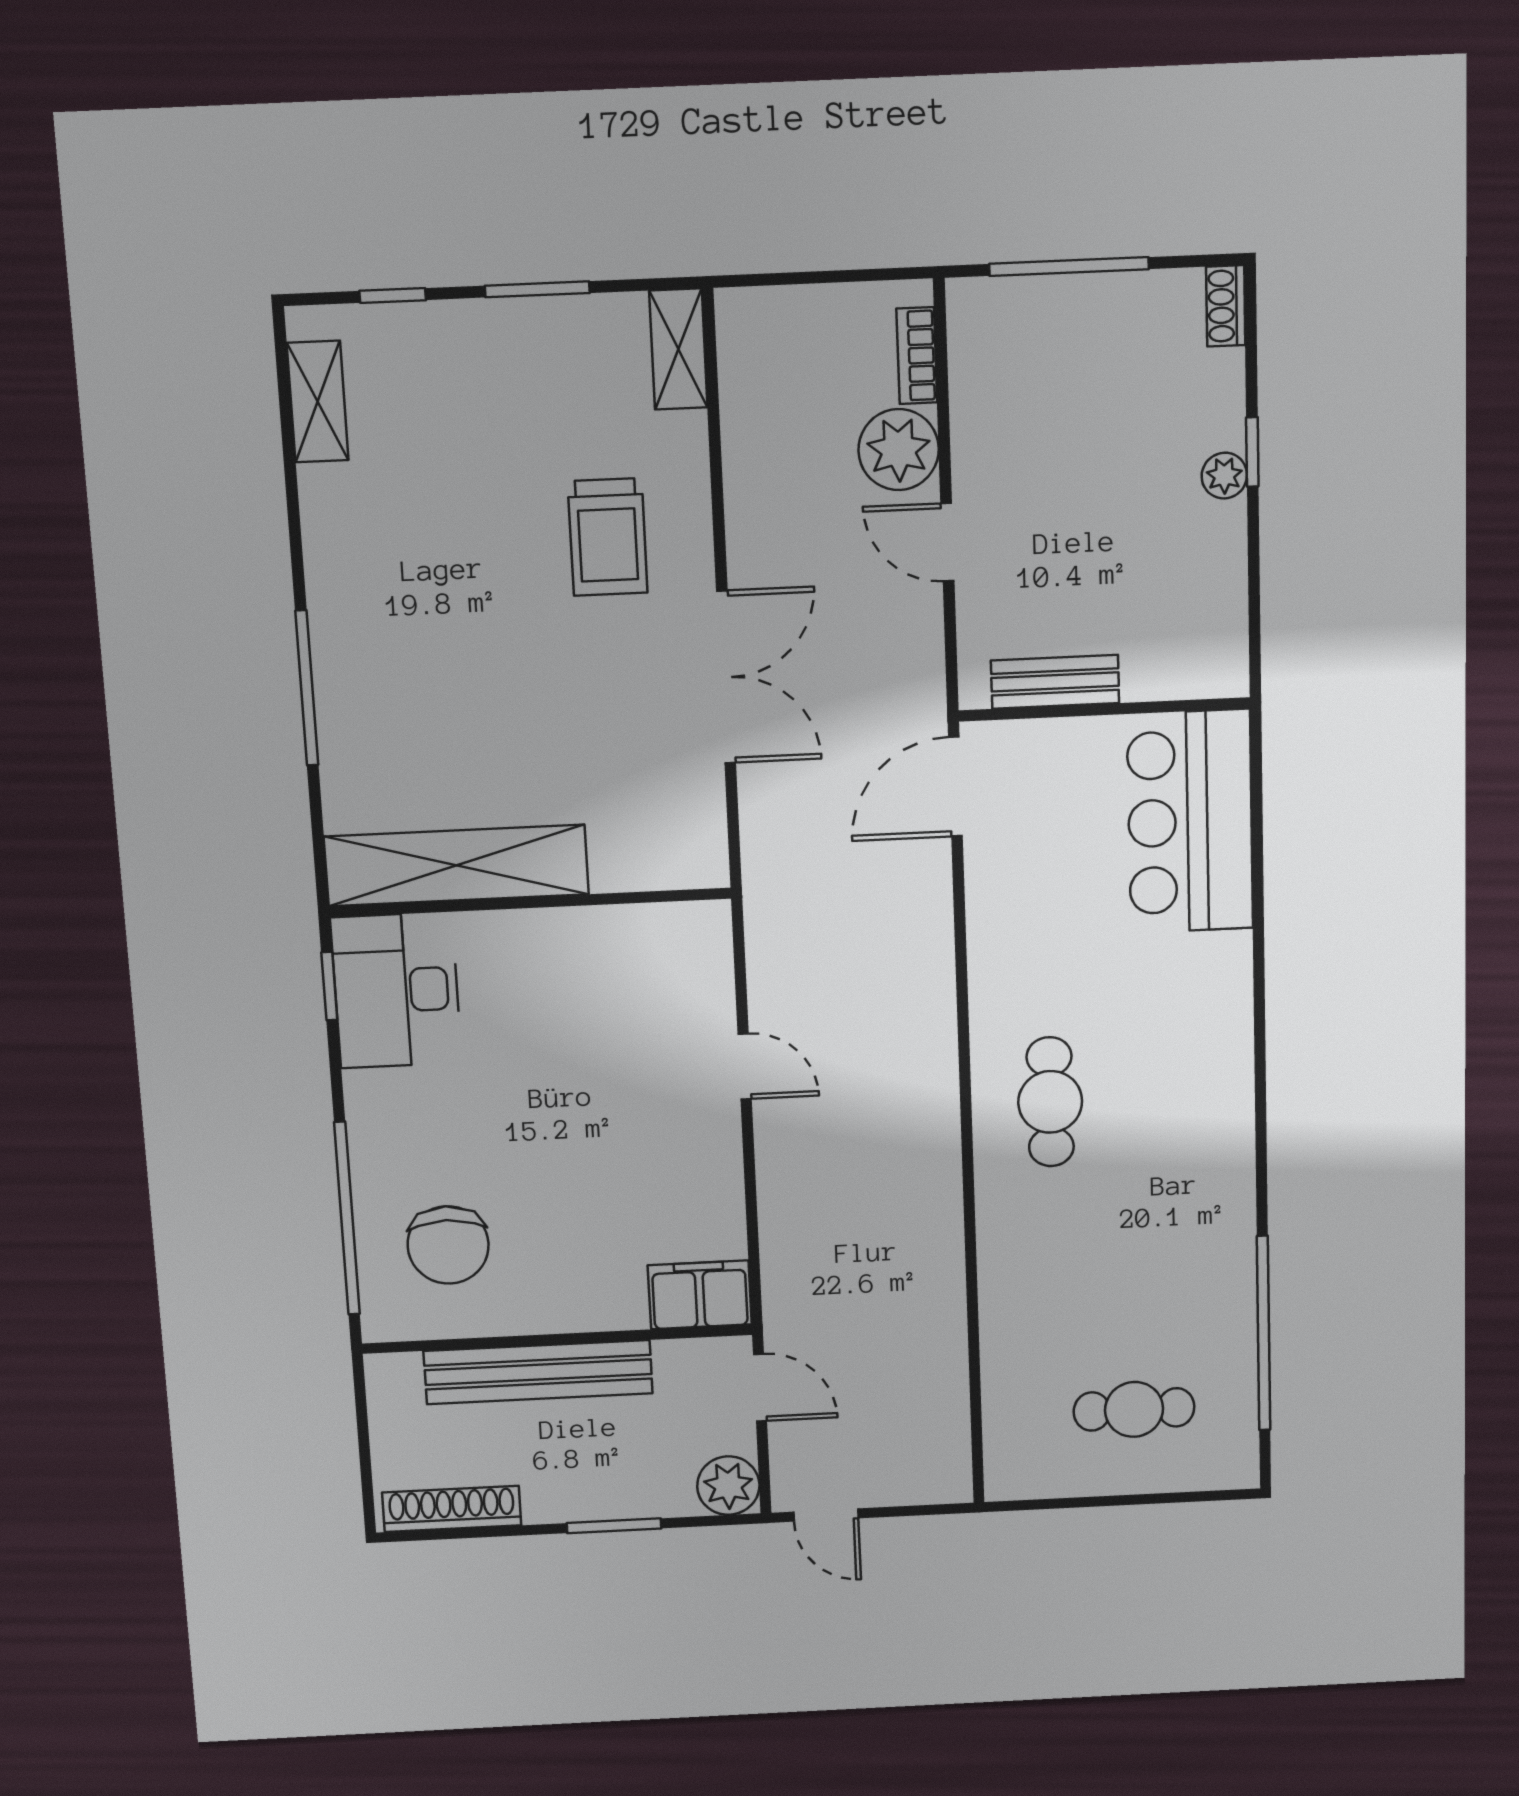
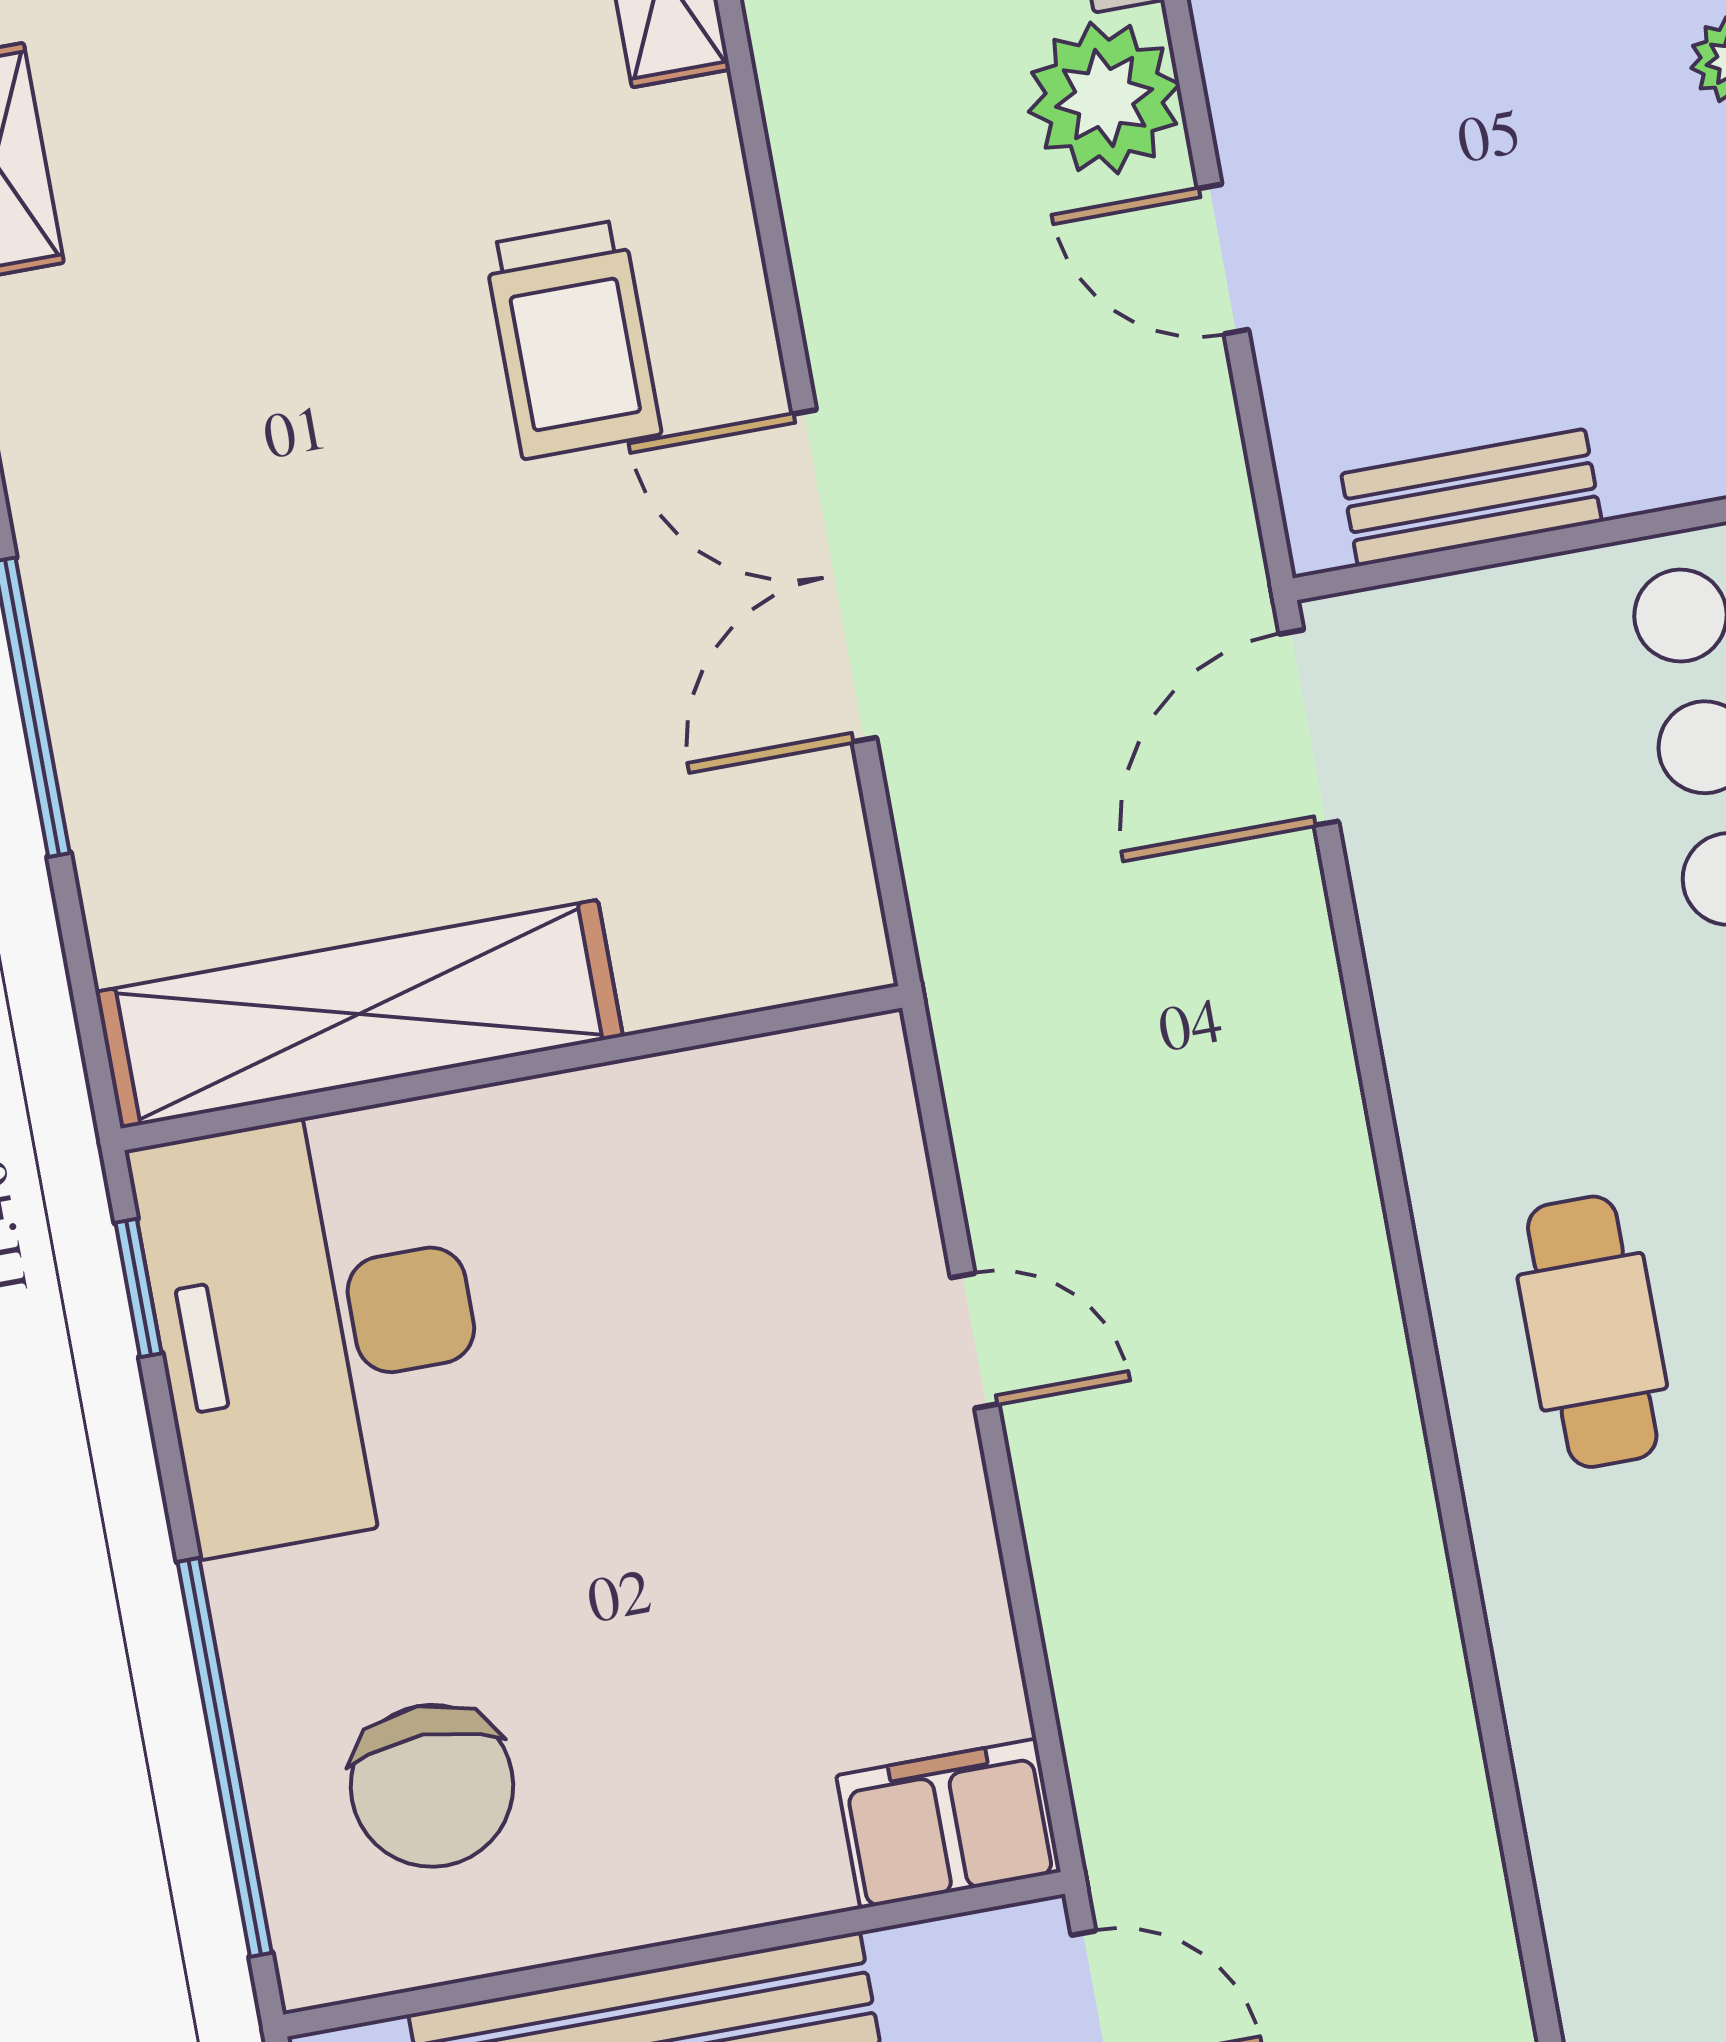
double door: (726, 677) -> (834, 576), swing flipped
desk: (396, 990) -> (316, 1327), width x1.36, depth x1.30

